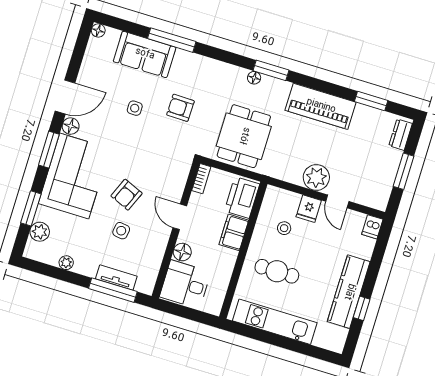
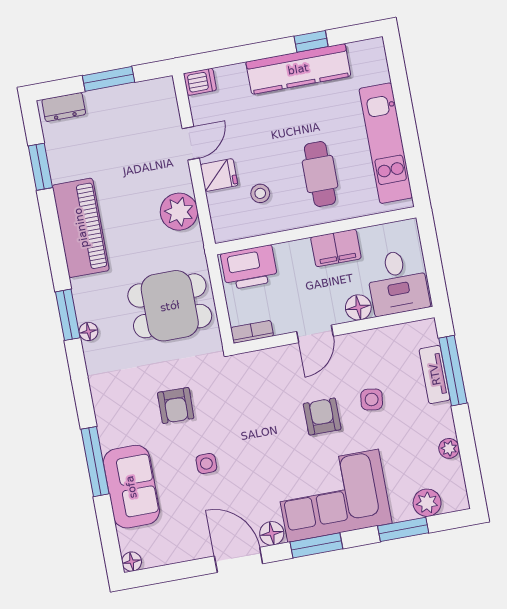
plant: (316, 177) -> (179, 212), moved
armchair: (127, 195) -> (322, 416), turned -113
filing cabinet: (234, 232) -> (336, 248), moved

